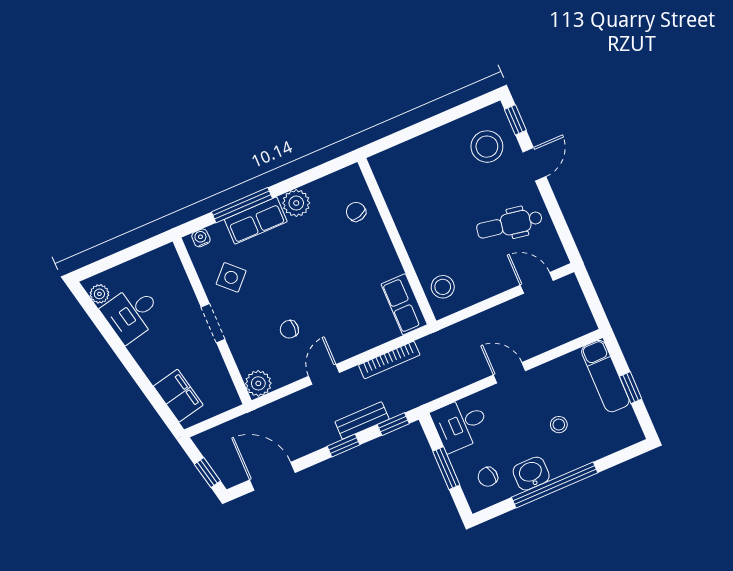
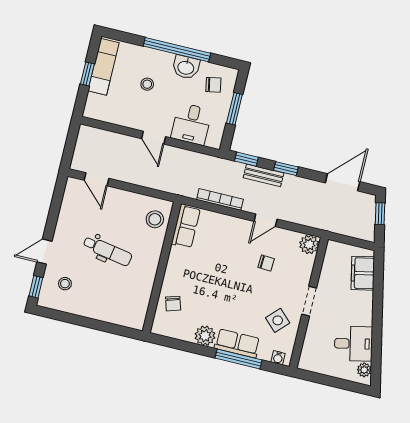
stool: (487, 147) -> (65, 284), width x0.53, depth x0.53
dental chair: (509, 224) -> (108, 251), moved
exam couch: (605, 376) -> (104, 67), moved
desk: (461, 424) -> (191, 124), moved, turned 90
door: (272, 476) -> (343, 182), swing flipped

